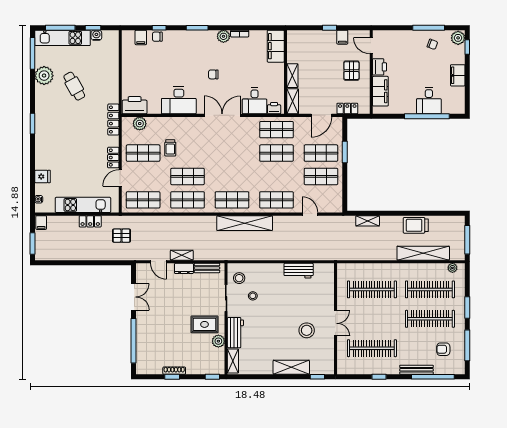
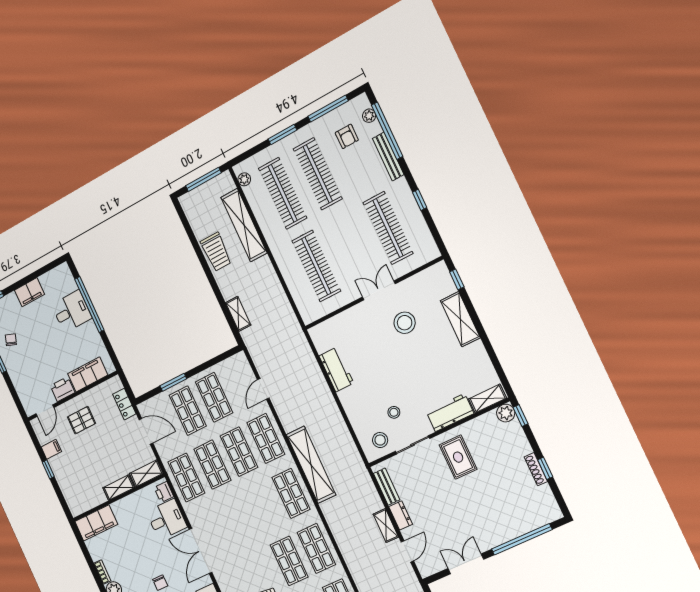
shop shelf: (276, 176) -> (239, 452), added
plant: (218, 341) -> (506, 413), moved
plant: (448, 370) -> (369, 116), added

